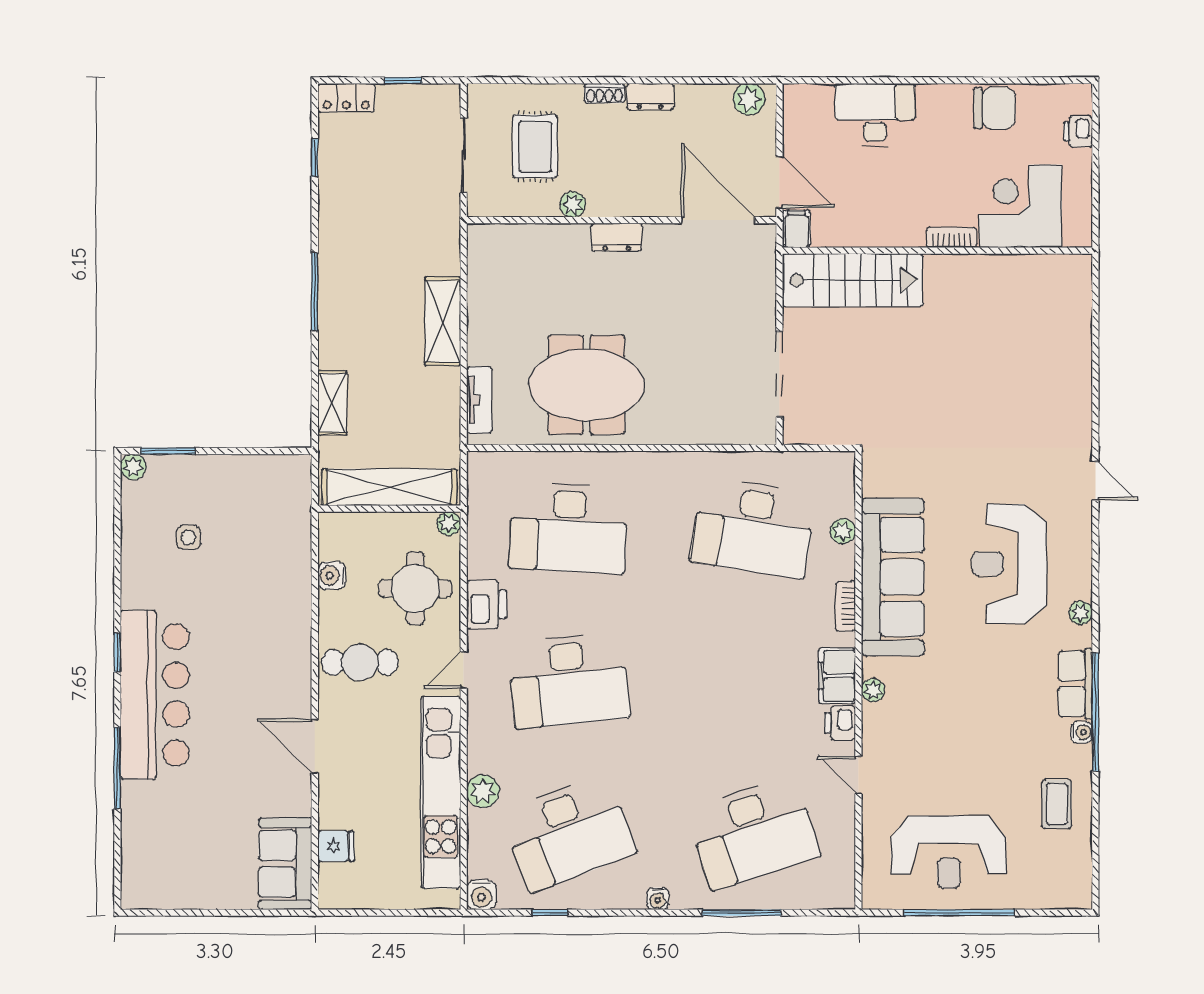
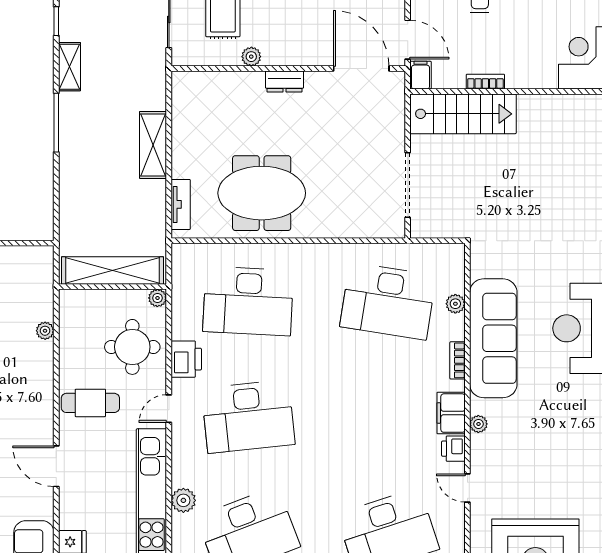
bookcase: (952, 237) -> (485, 82), moved
shelving: (332, 403) -> (69, 67), moved
plant: (300, 567) -> (45, 331), added
water cooler: (332, 576) -> (69, 337), removed

